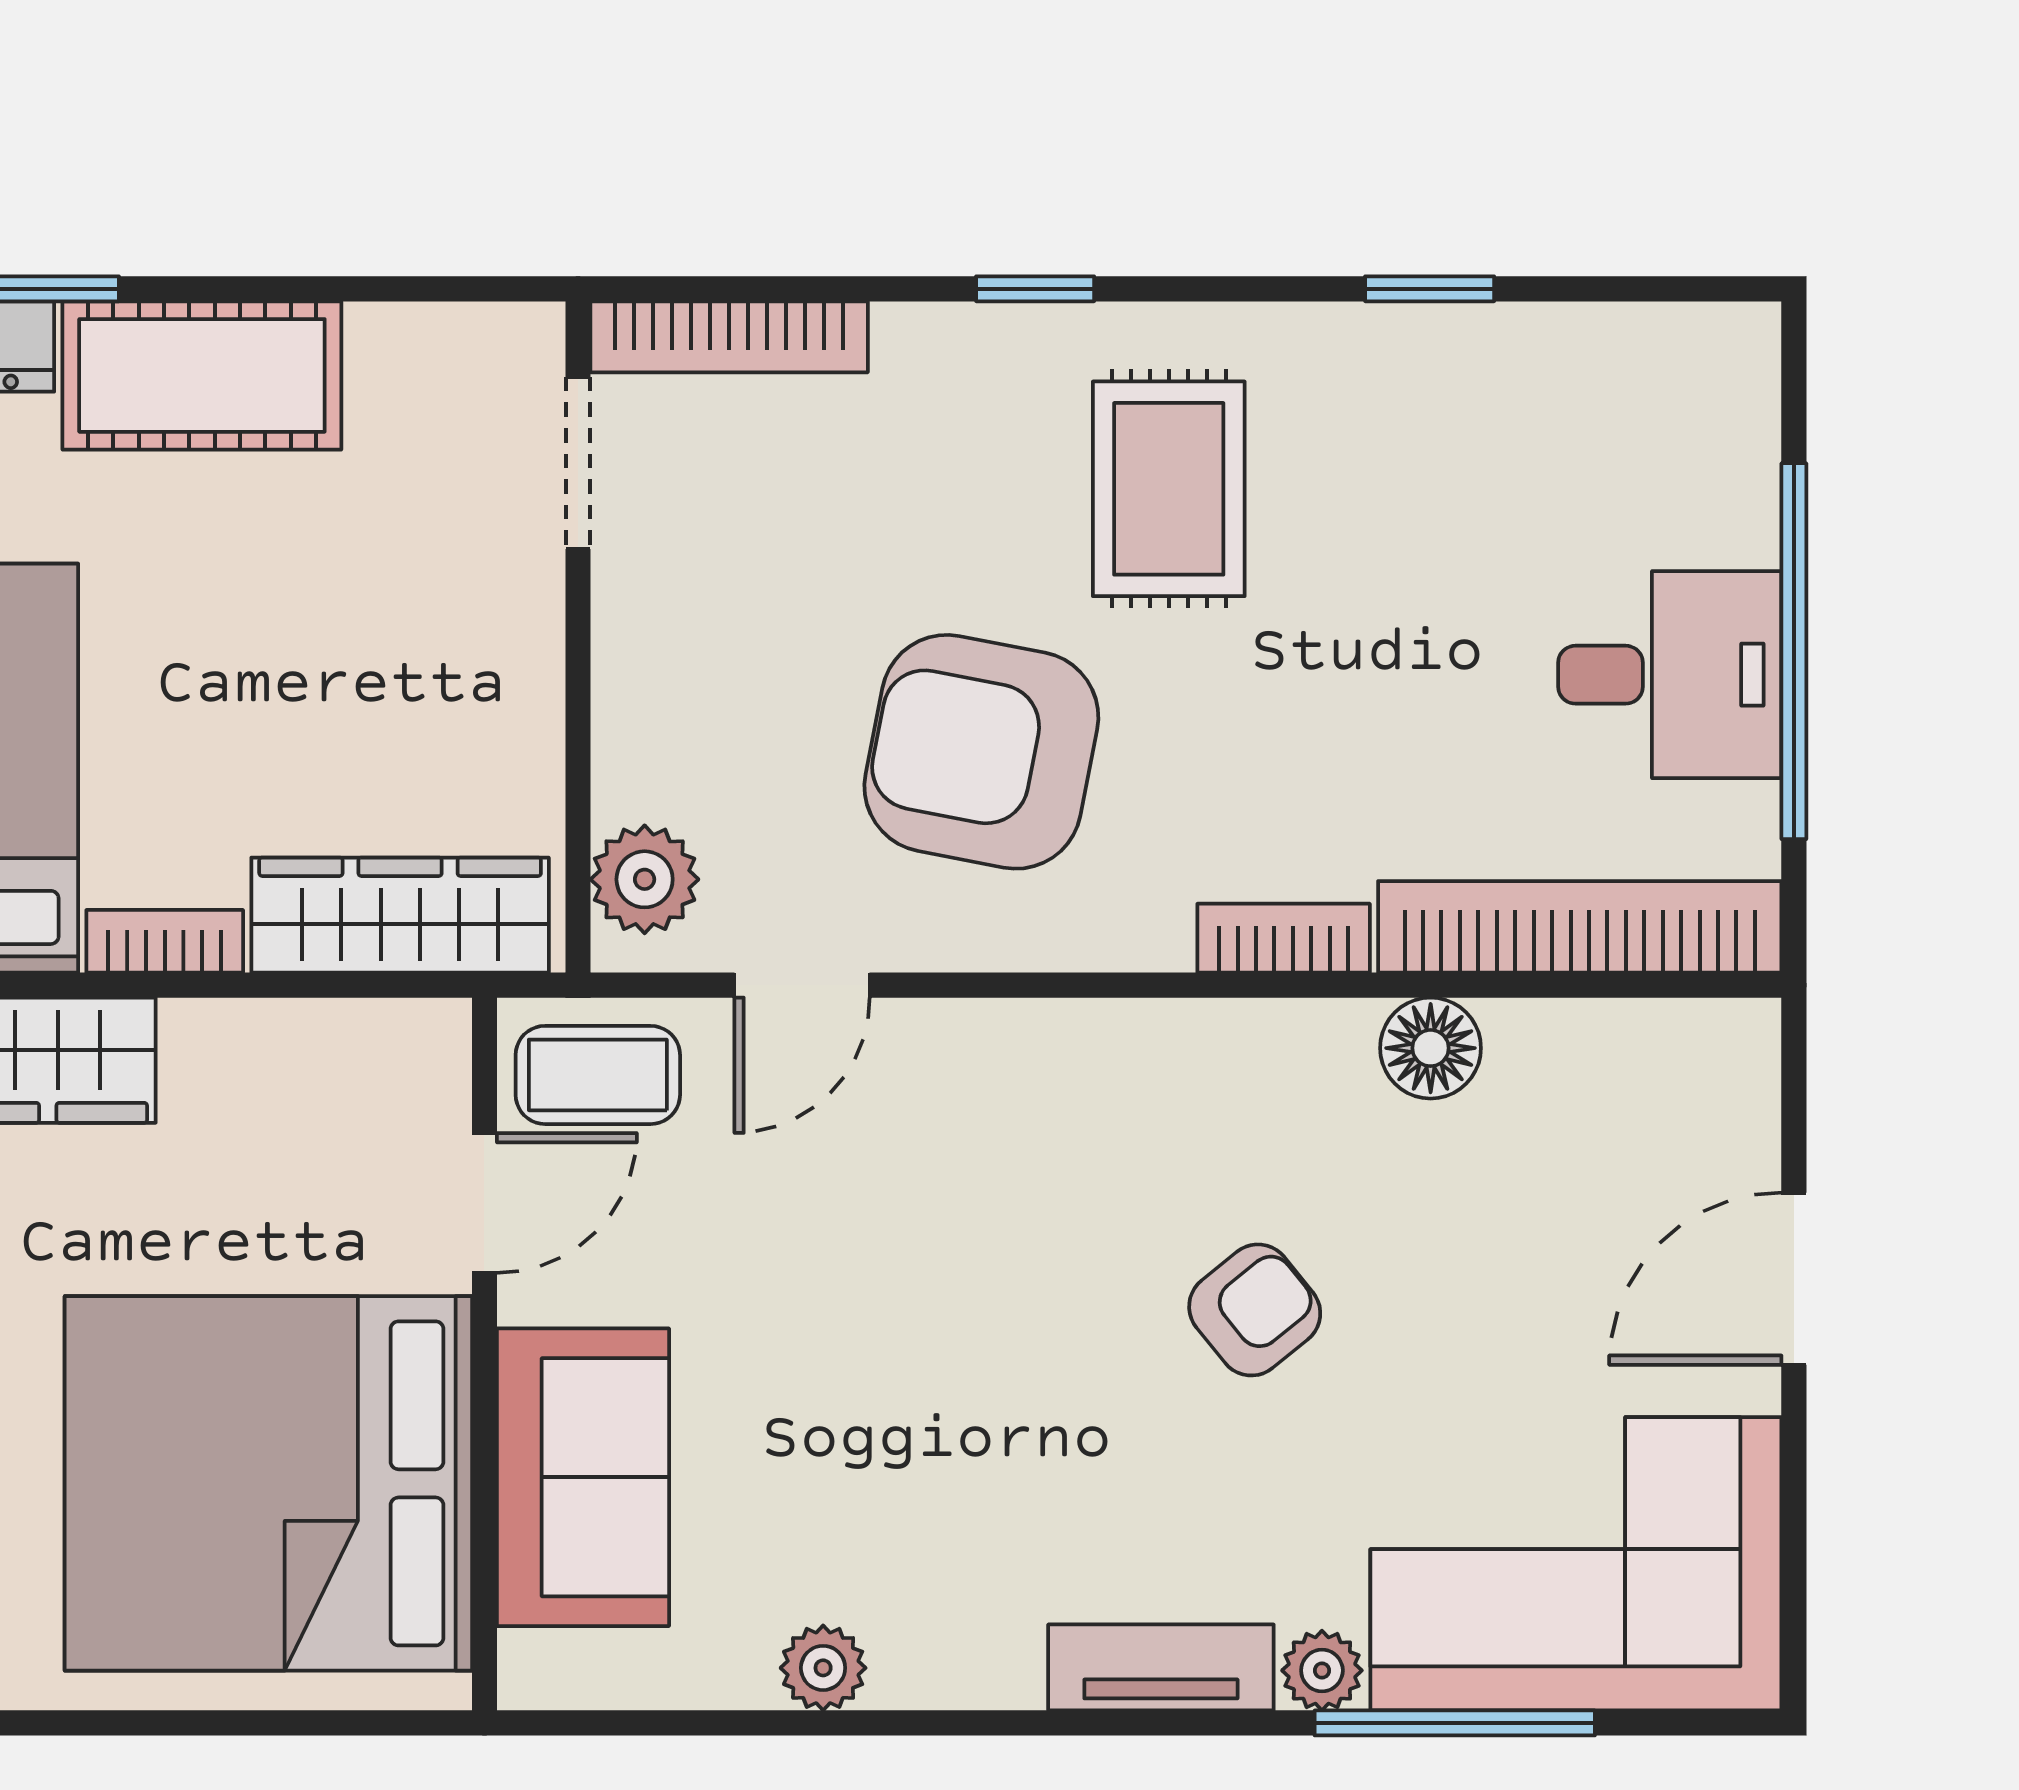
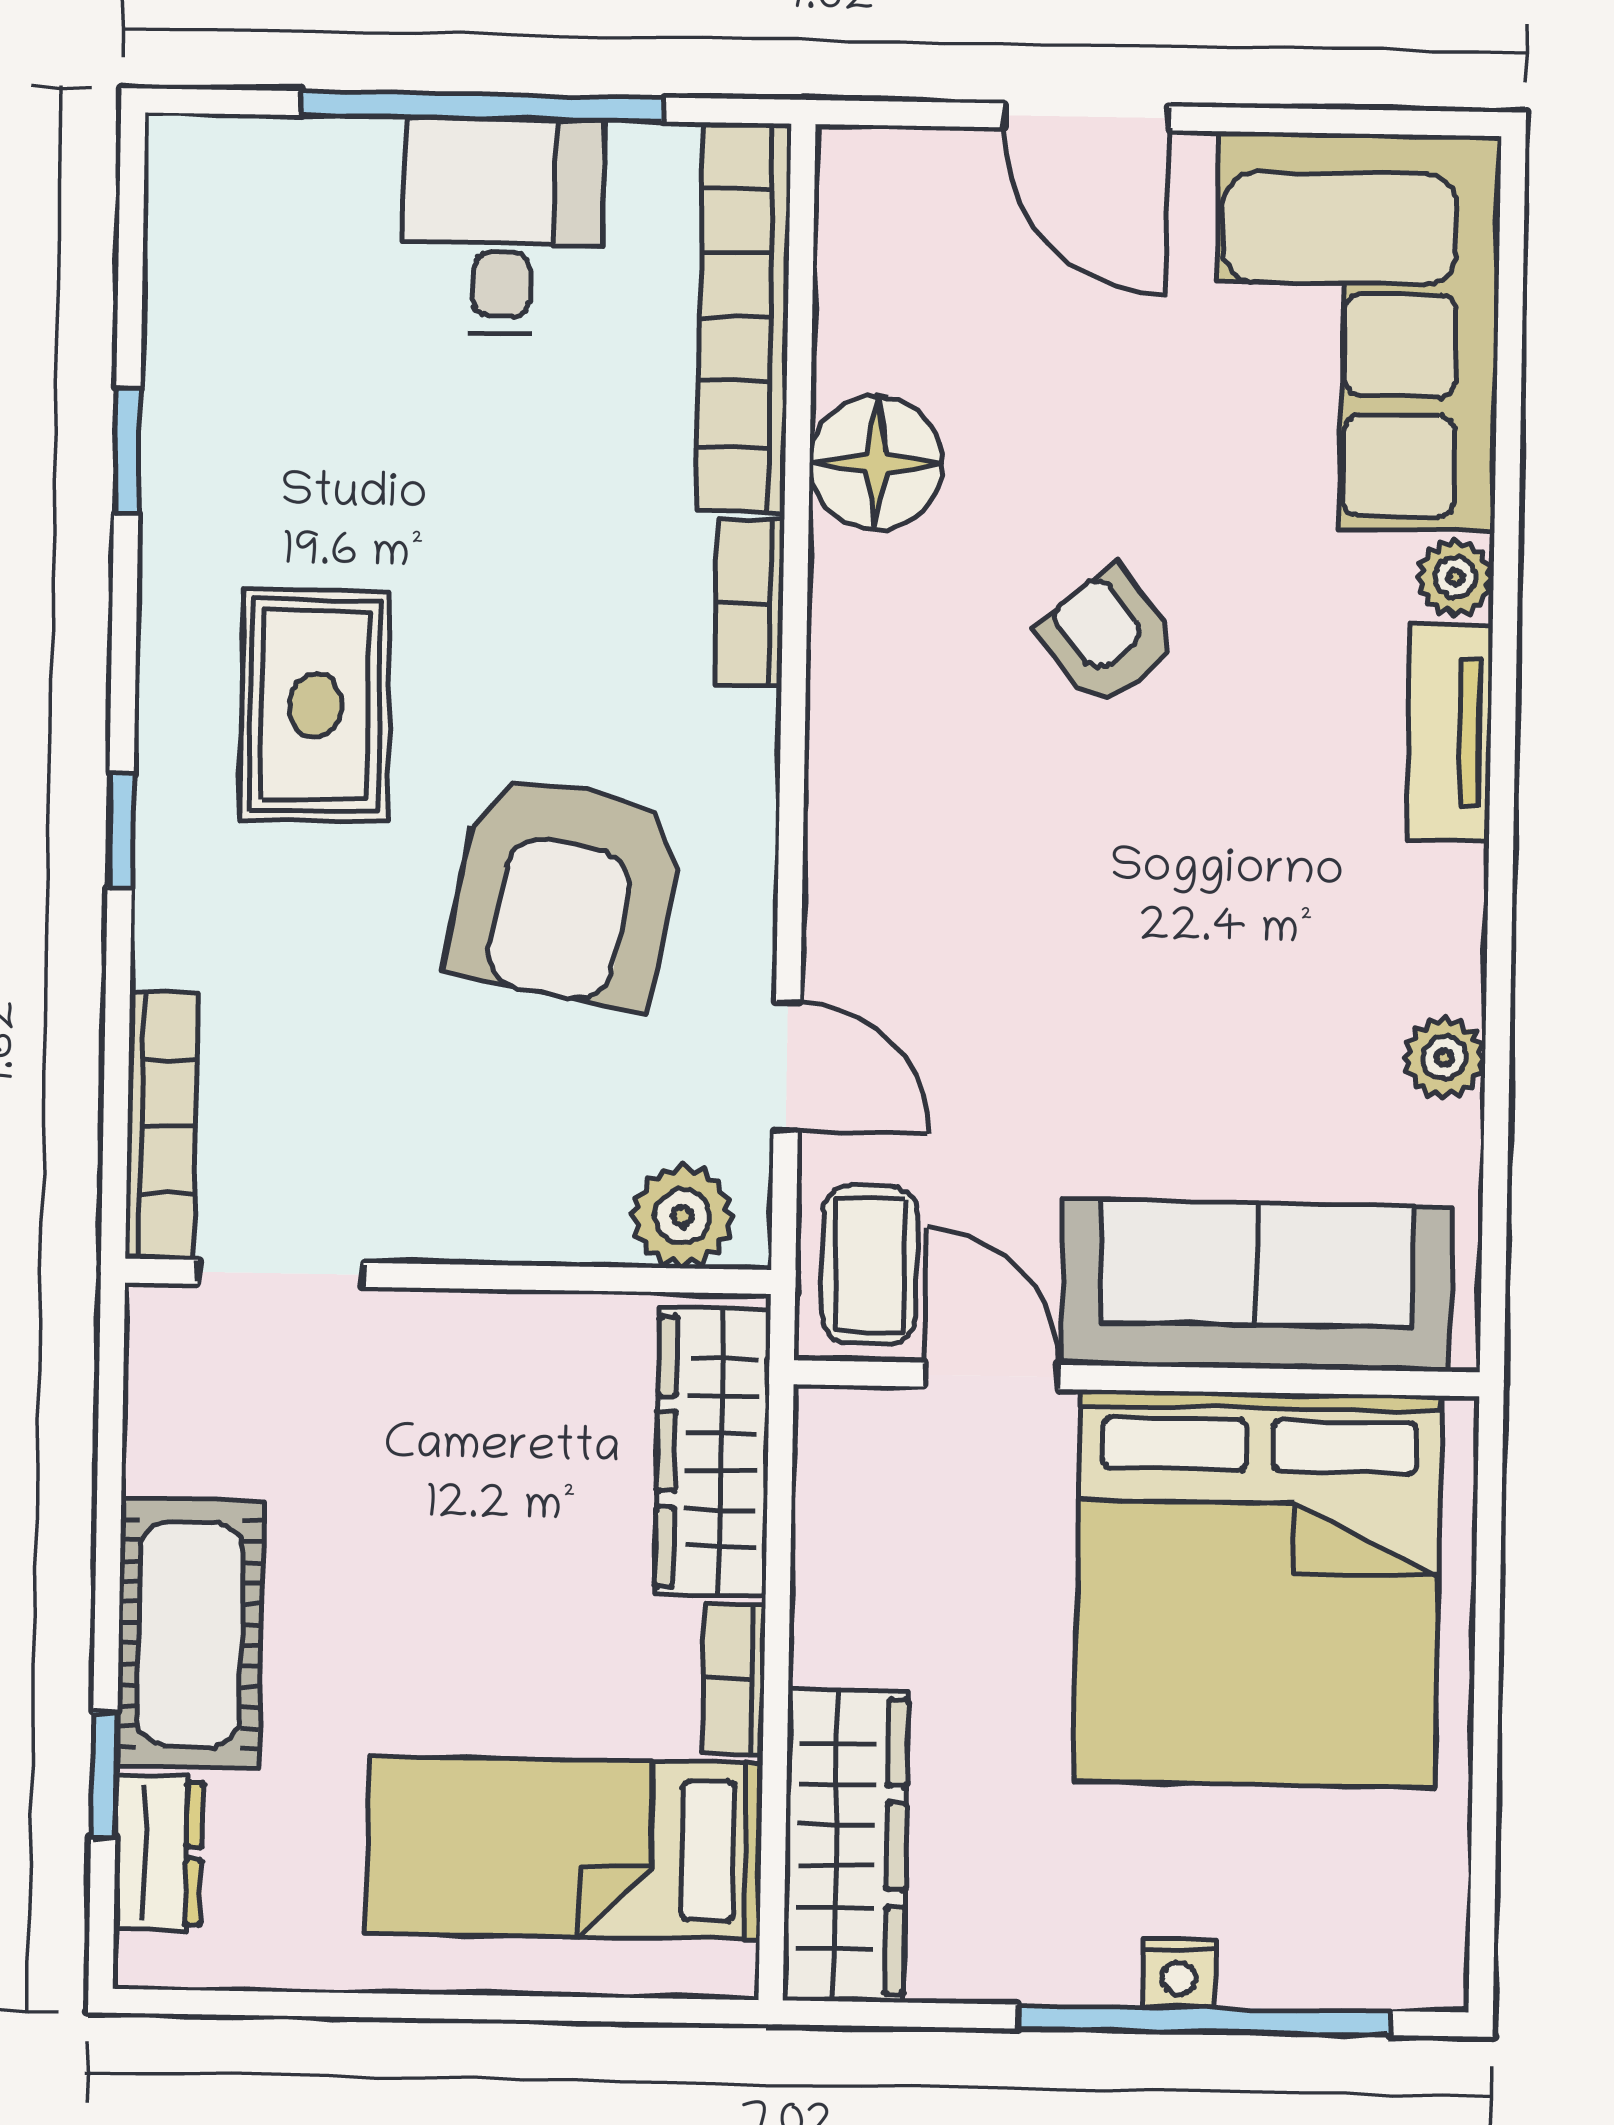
rug: (1169, 489) -> (315, 705), turned 90
floor lamp: (1431, 1048) -> (876, 463), width x1.38, depth x1.38
sofa: (583, 1477) -> (1257, 1286), width x1.36
window: (1455, 1723) -> (1508, 451), removed

